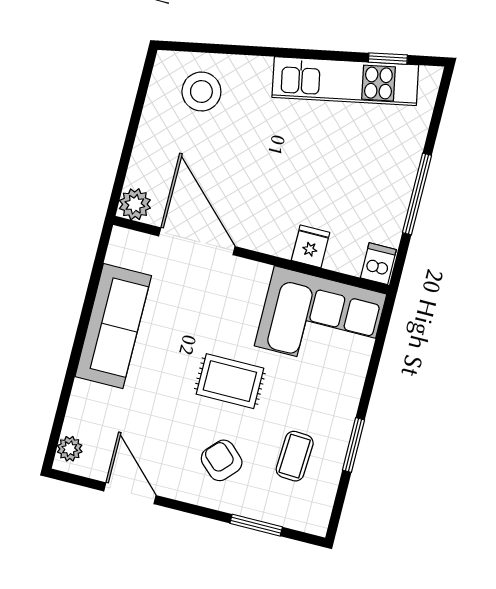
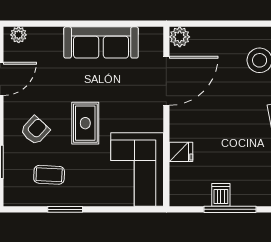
dishwasher: (378, 264) -> (221, 195), moved, turned -90

